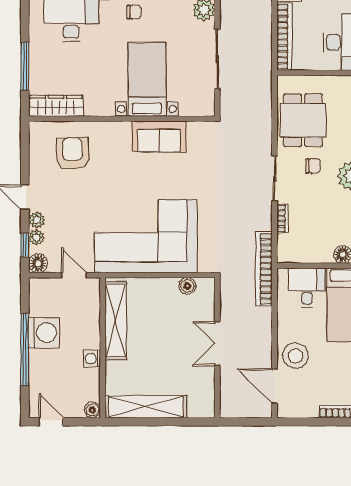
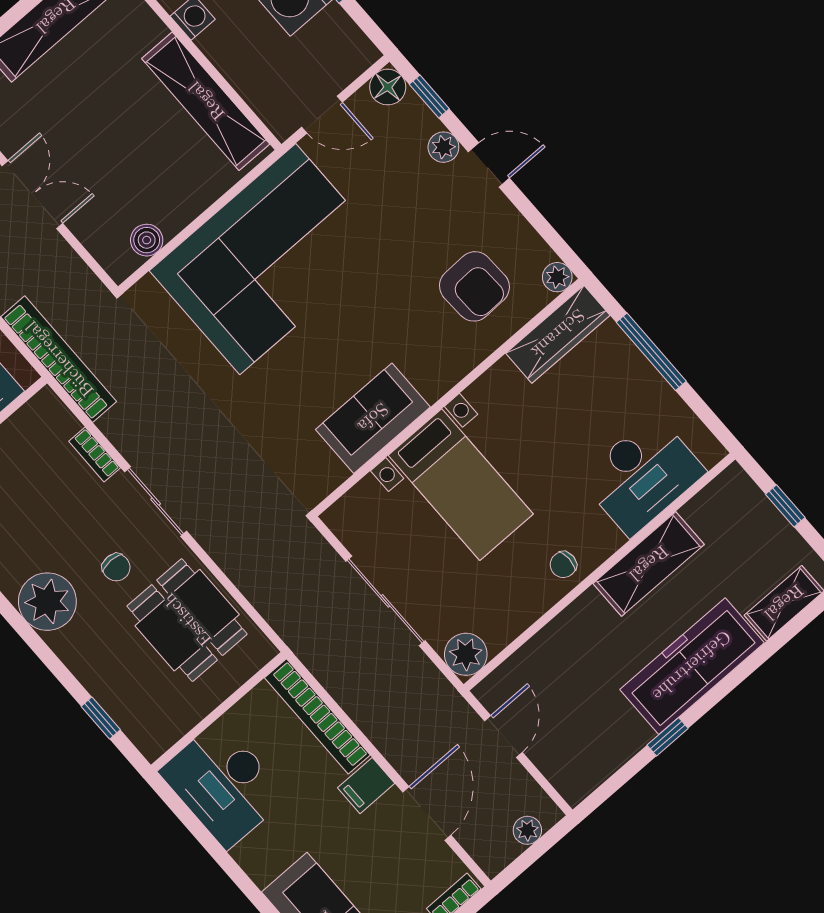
chair: (313, 166) -> (116, 567), turned -90
plant: (36, 237) -> (557, 277), moved

